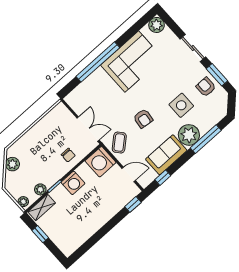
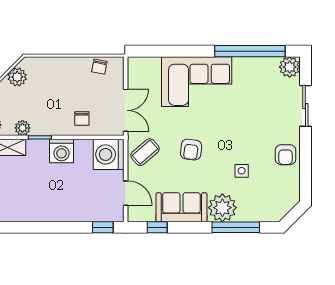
sliding door: (193, 48) -> (305, 106), moved
window: (98, 62) -> (250, 51), moved
corner sofa: (132, 62) -> (197, 82), moved
window: (217, 75) -> (305, 172), removed
armchair: (206, 87) -> (285, 155), moved, turned 180
side table: (181, 105) -> (242, 171), width x0.54, depth x0.54
chair: (52, 118) -> (99, 67), added

